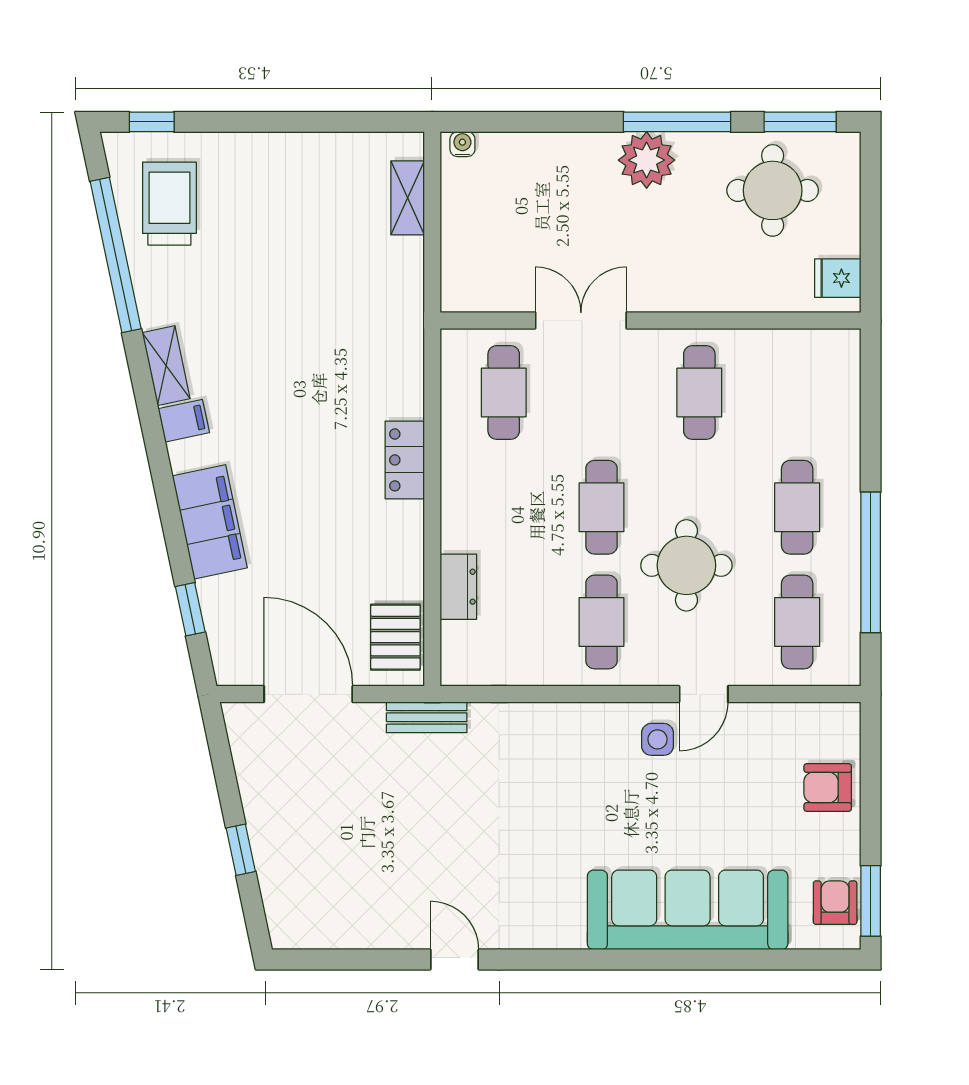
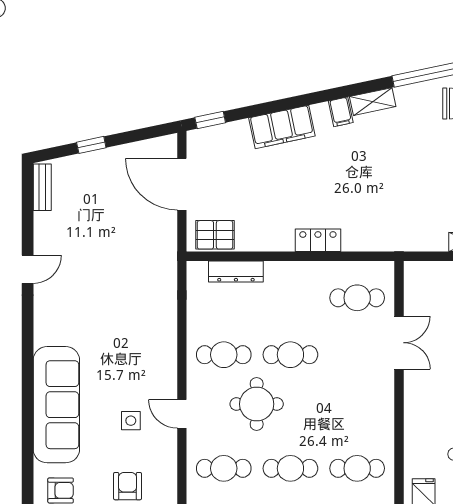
cafe table: (699, 392) -> (357, 468), moved
dresser: (458, 587) -> (236, 271), width x1.44
window: (190, 609) -> (210, 120), moved
door: (308, 694) -> (182, 184), swing flipped
bench: (427, 717) -> (42, 187), moved
side table: (657, 739) -> (131, 421), moved

